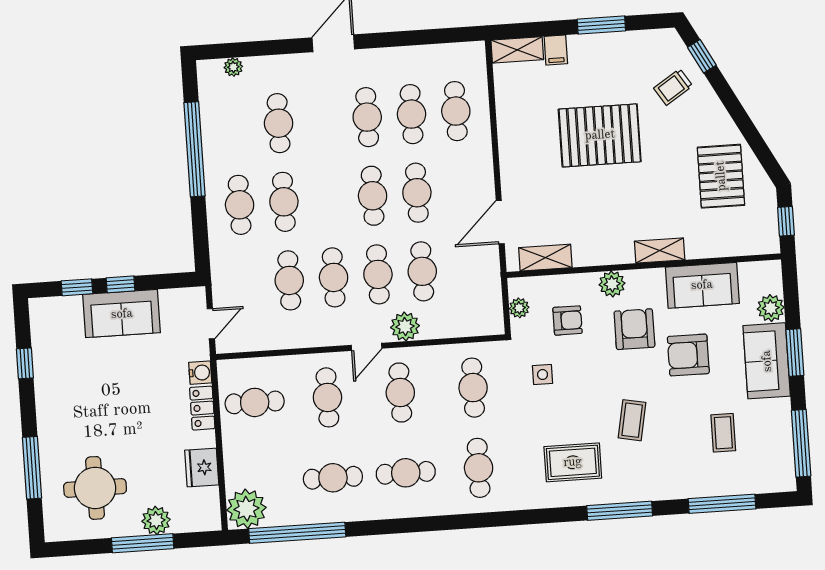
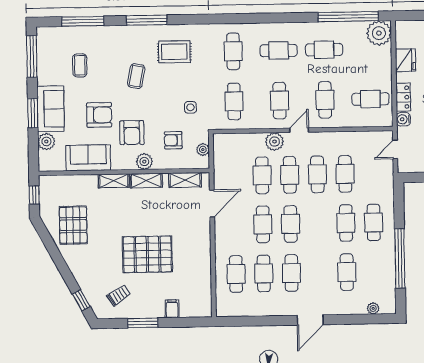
shelving: (517, 50) -> (146, 181), moved
trolley: (673, 87) -> (119, 295), moved

